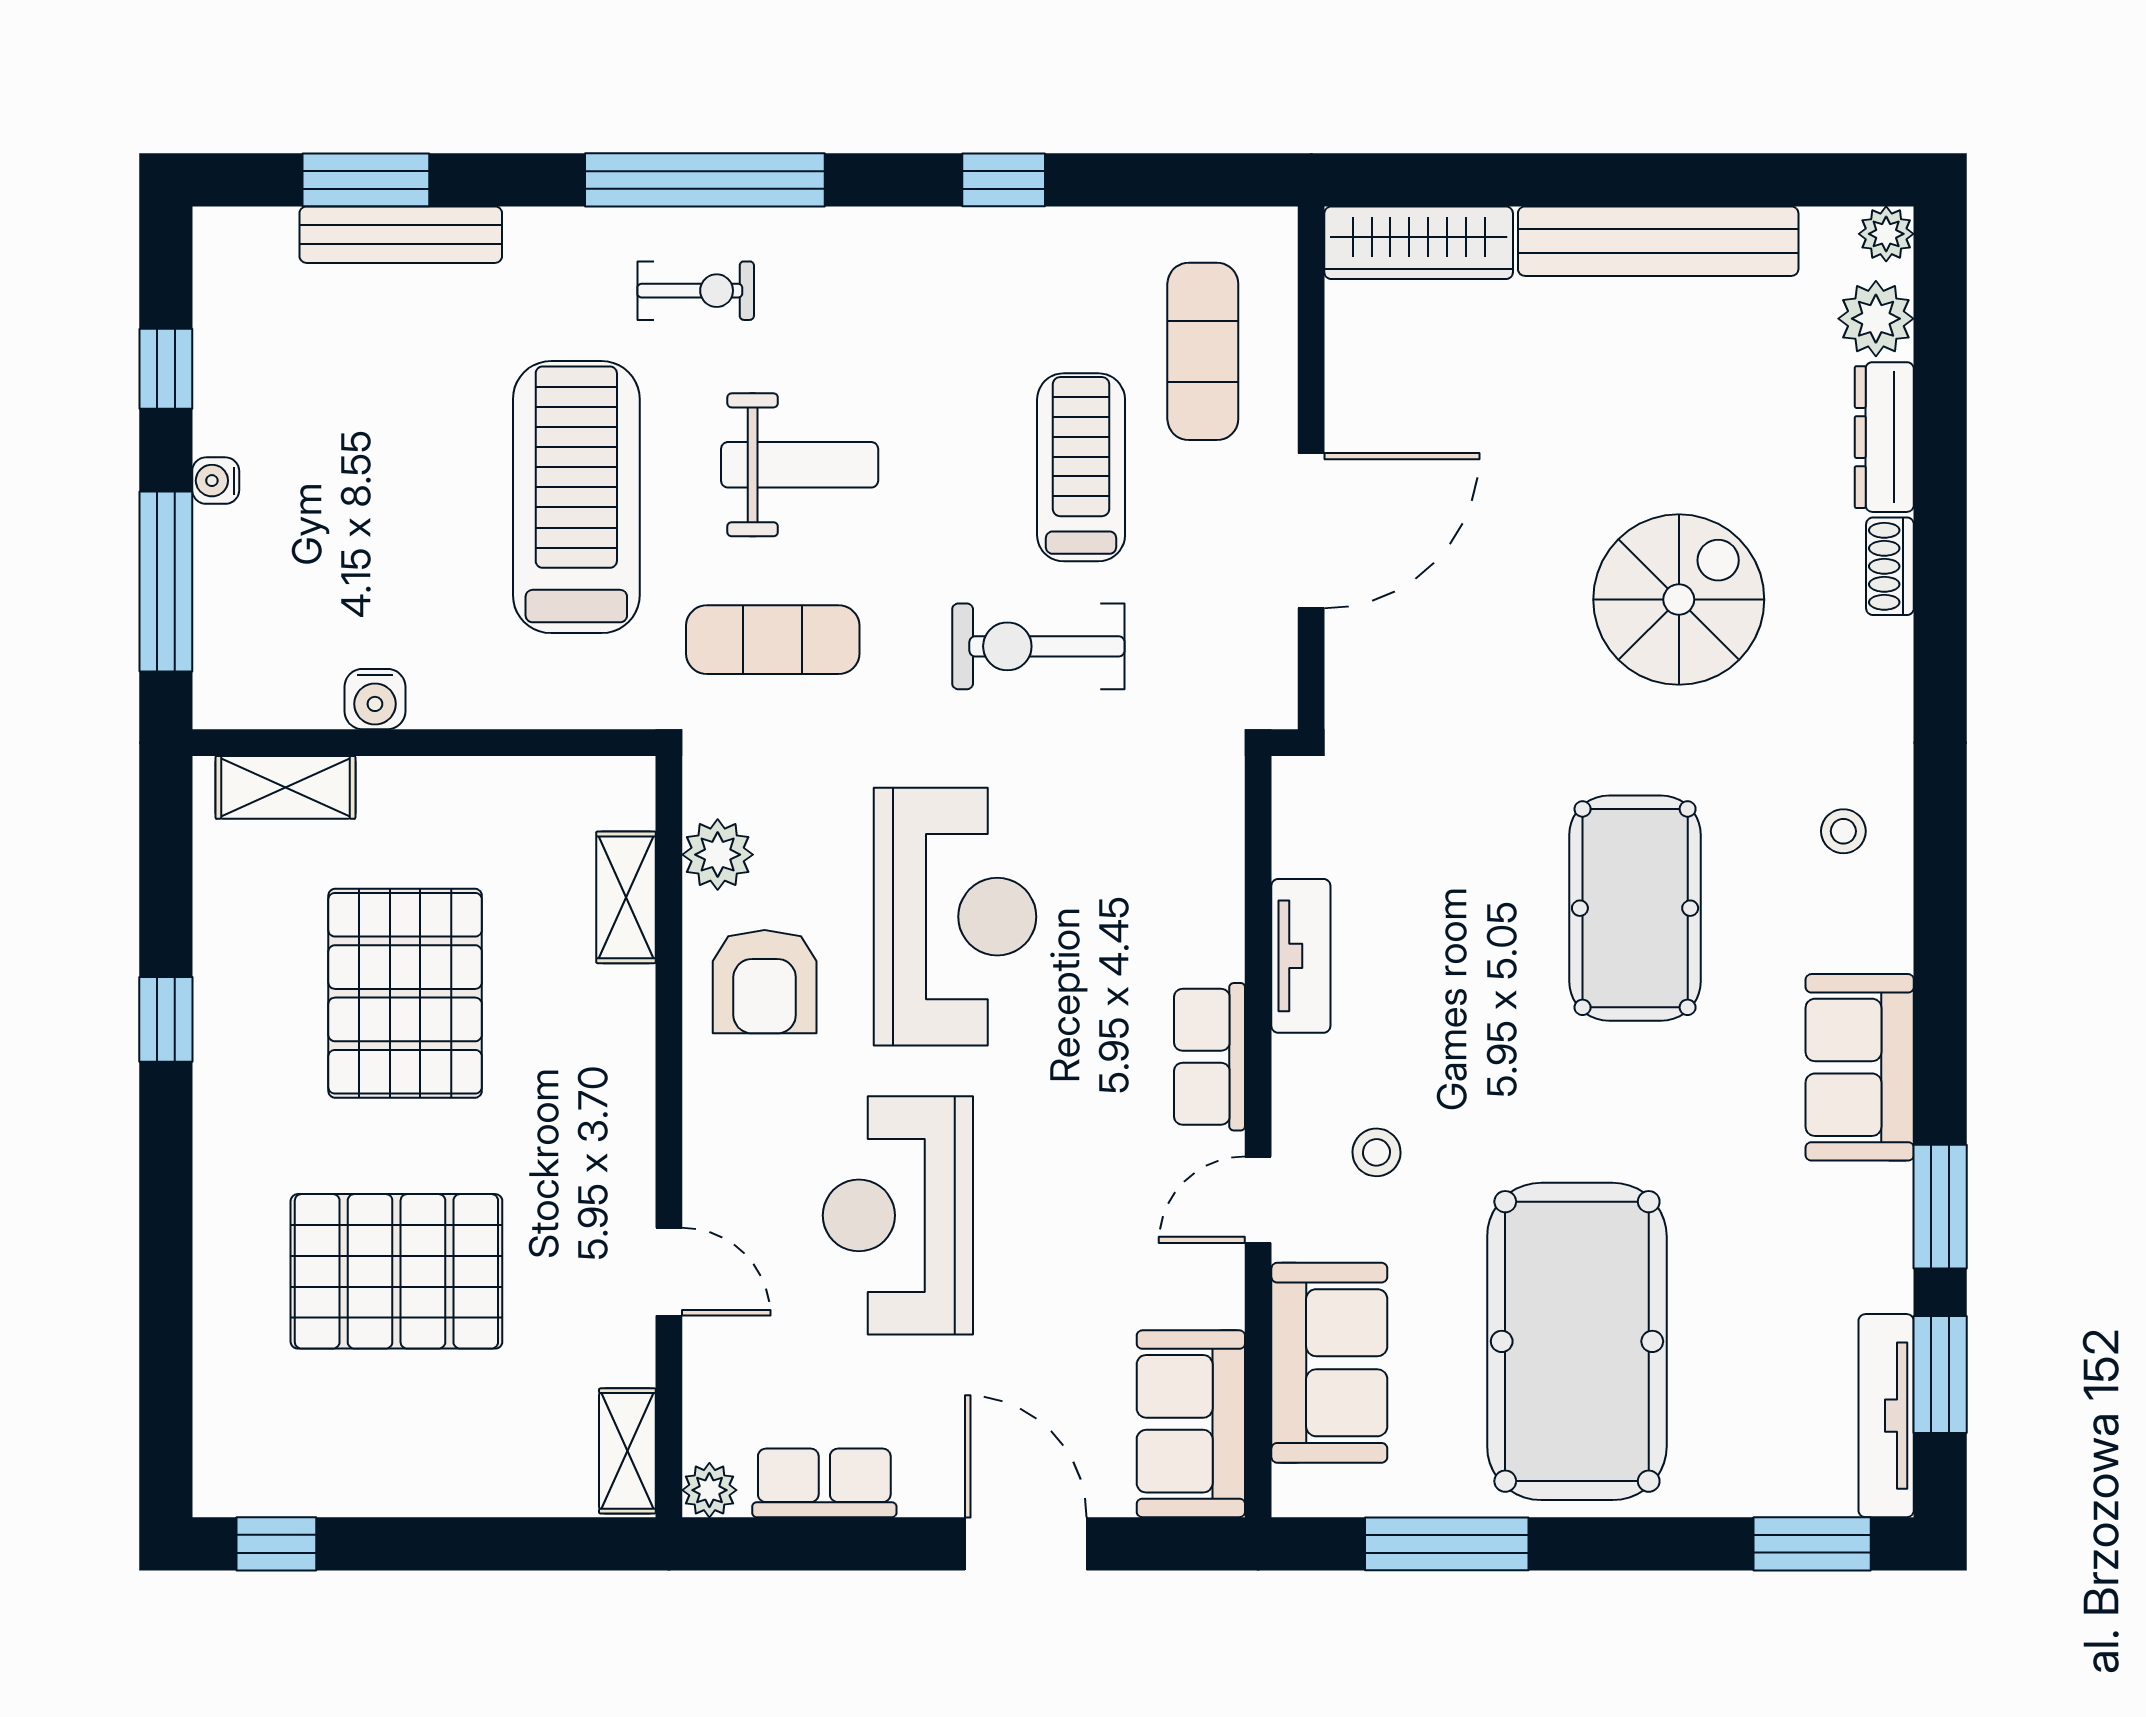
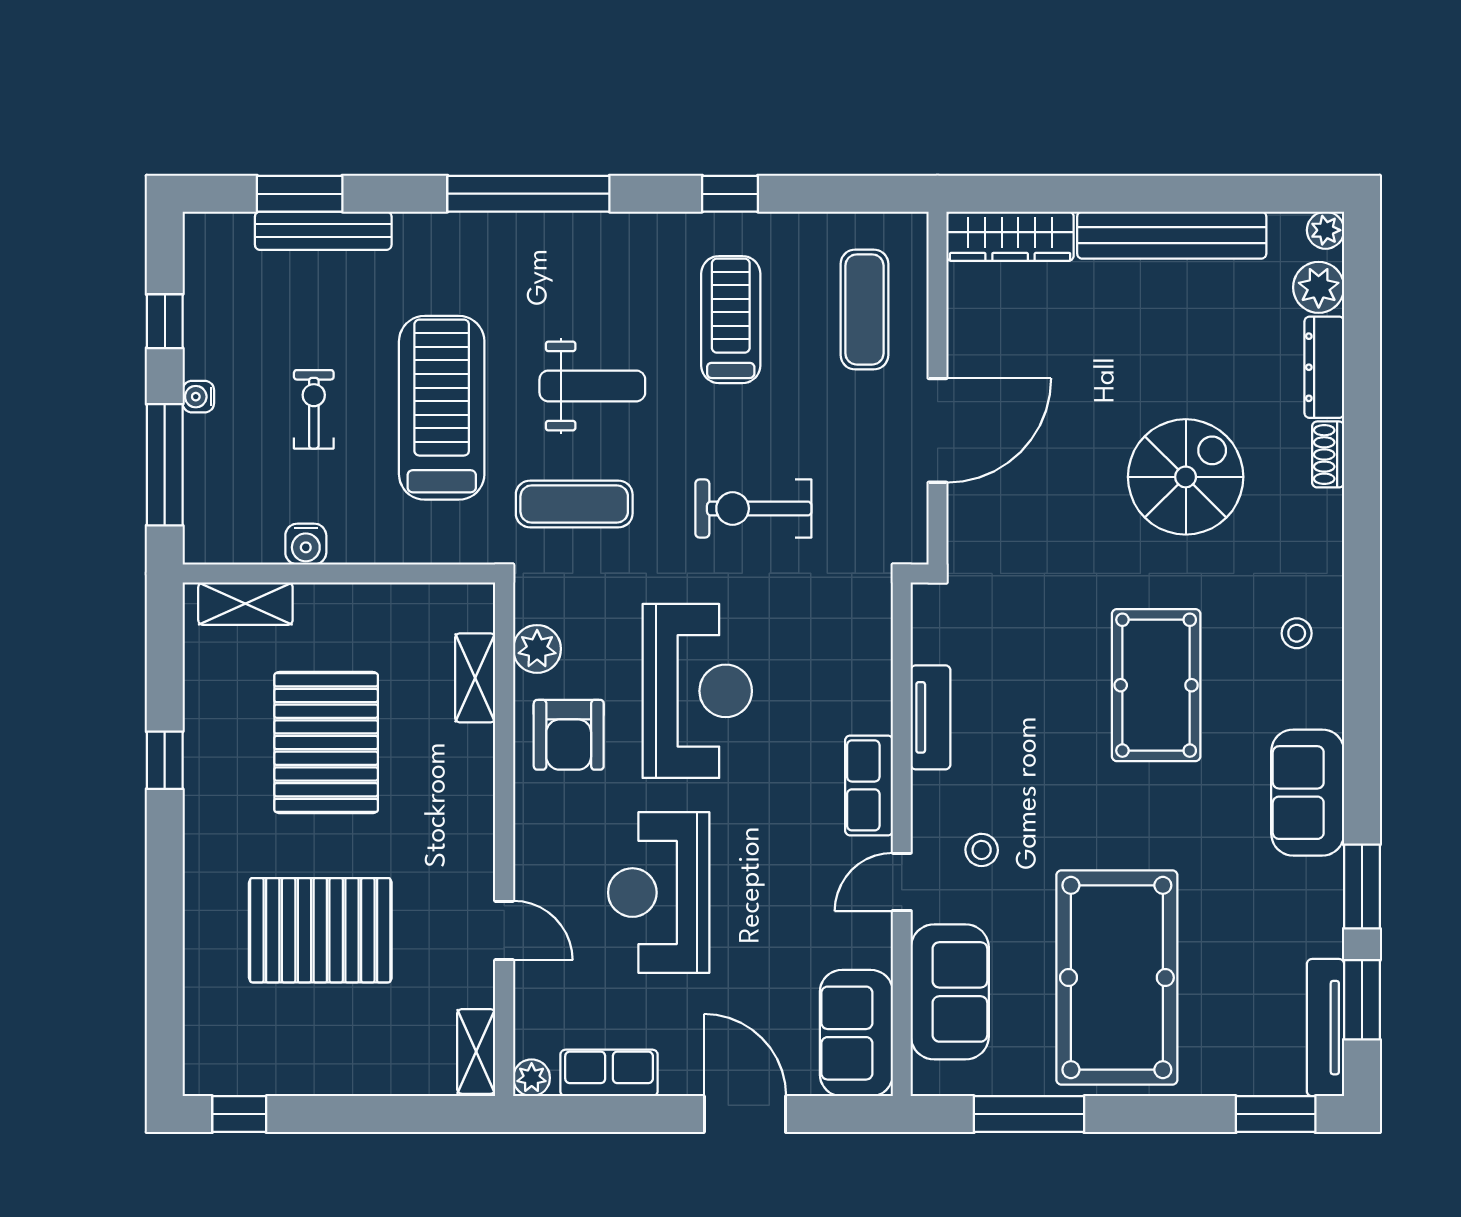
exercise bike: (696, 291) -> (314, 409), moved, turned -90
treadmill: (1081, 467) -> (731, 320), moved

